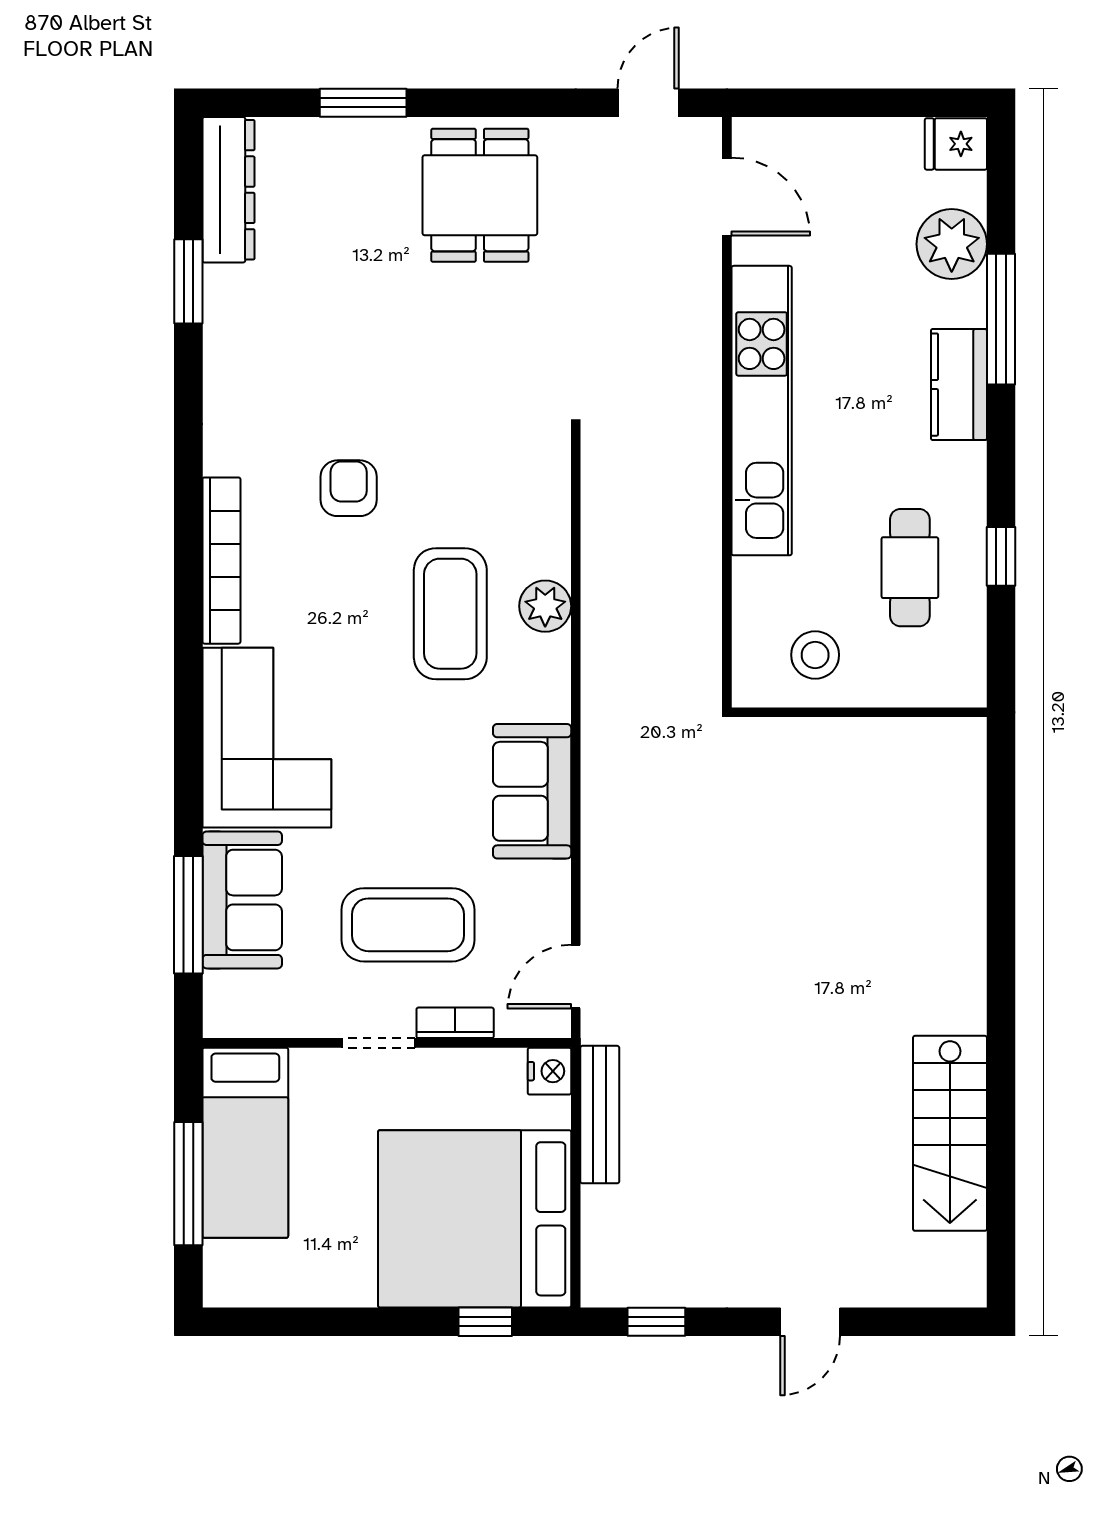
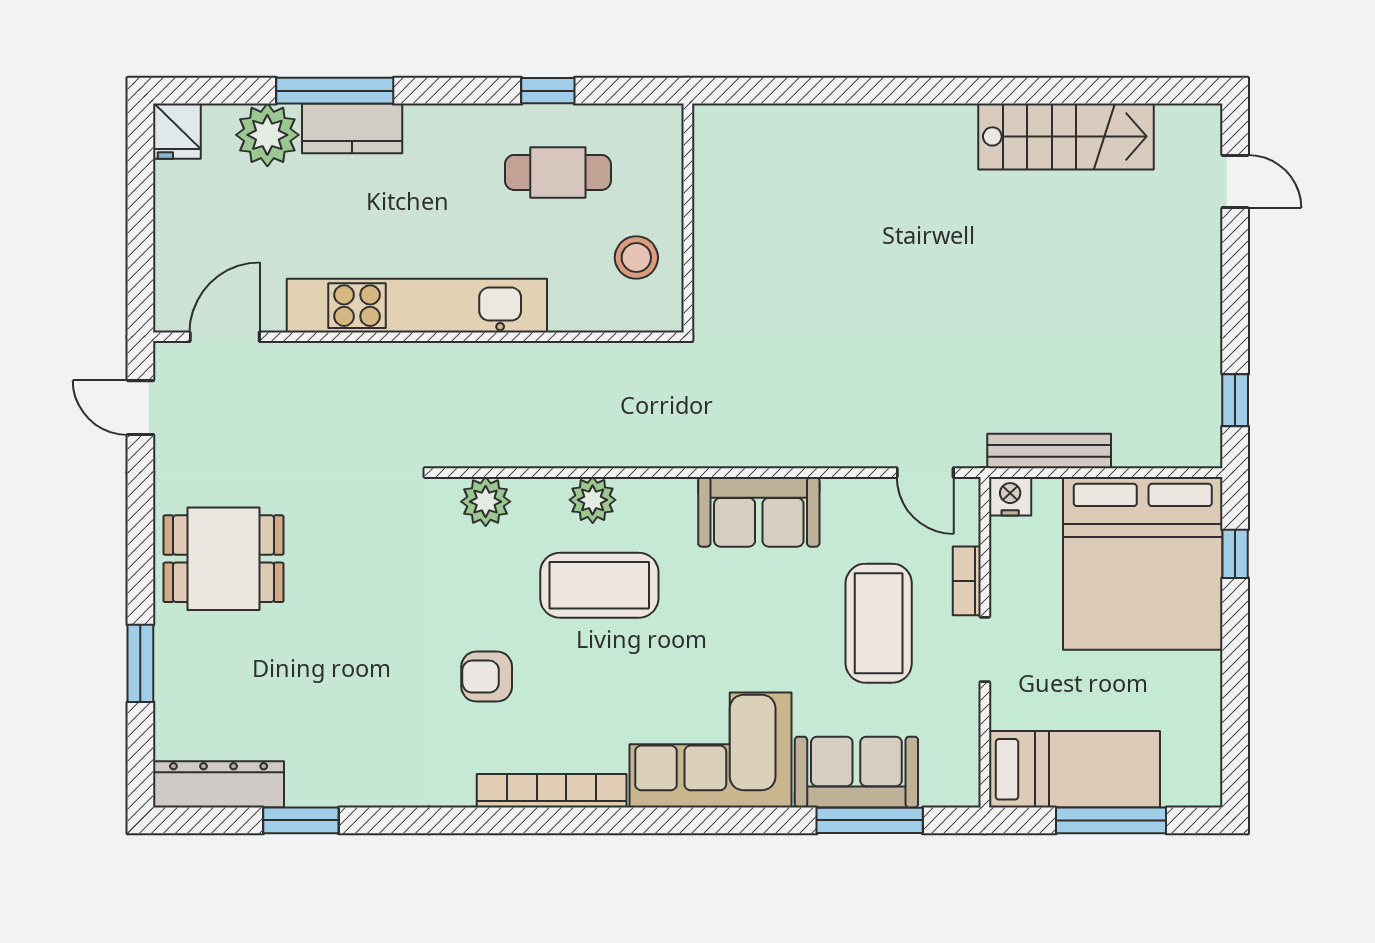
kitchen counter: (959, 385) -> (352, 128), moved
plant: (543, 487) -> (486, 502), added
door: (810, 1322) -> (1235, 182), moved

